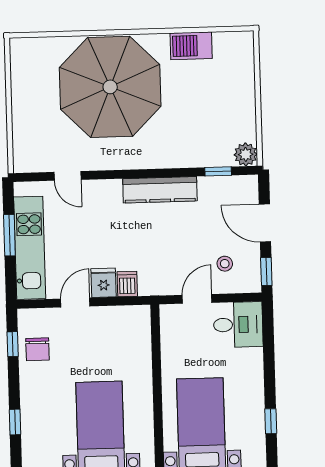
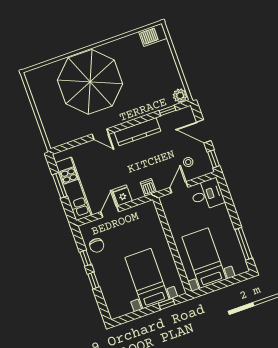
barbecue: (191, 46) -> (153, 35), moved
door: (68, 176) -> (100, 134), moved
dishwasher: (127, 284) -> (148, 187), moved
window: (13, 344) -> (85, 258), moved
window: (271, 421) -> (244, 244), width x2.17
window: (15, 422) -> (93, 281), moved

